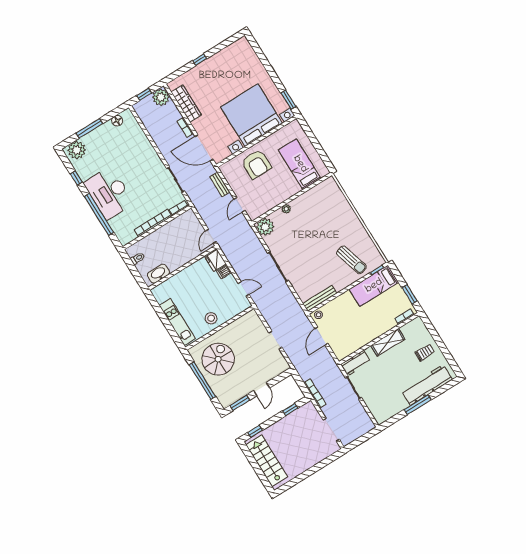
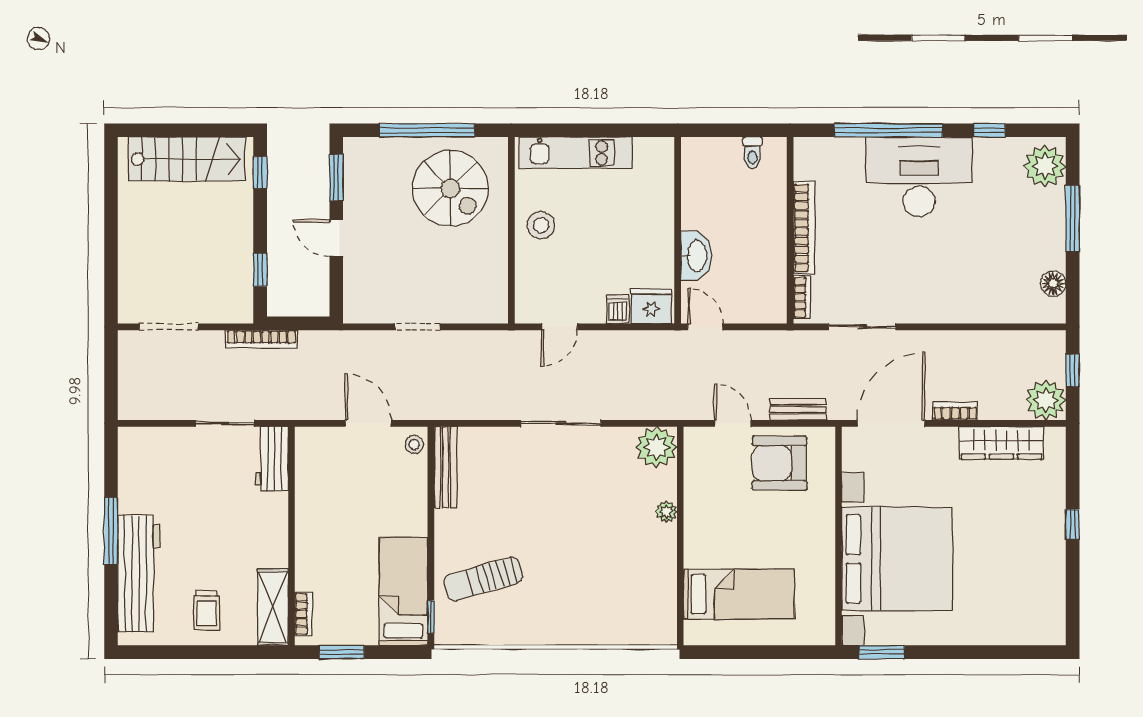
armchair: (256, 164) -> (779, 463), moved
washbasin: (158, 274) -> (696, 256), moved
shelving: (388, 342) -> (273, 607), moved

